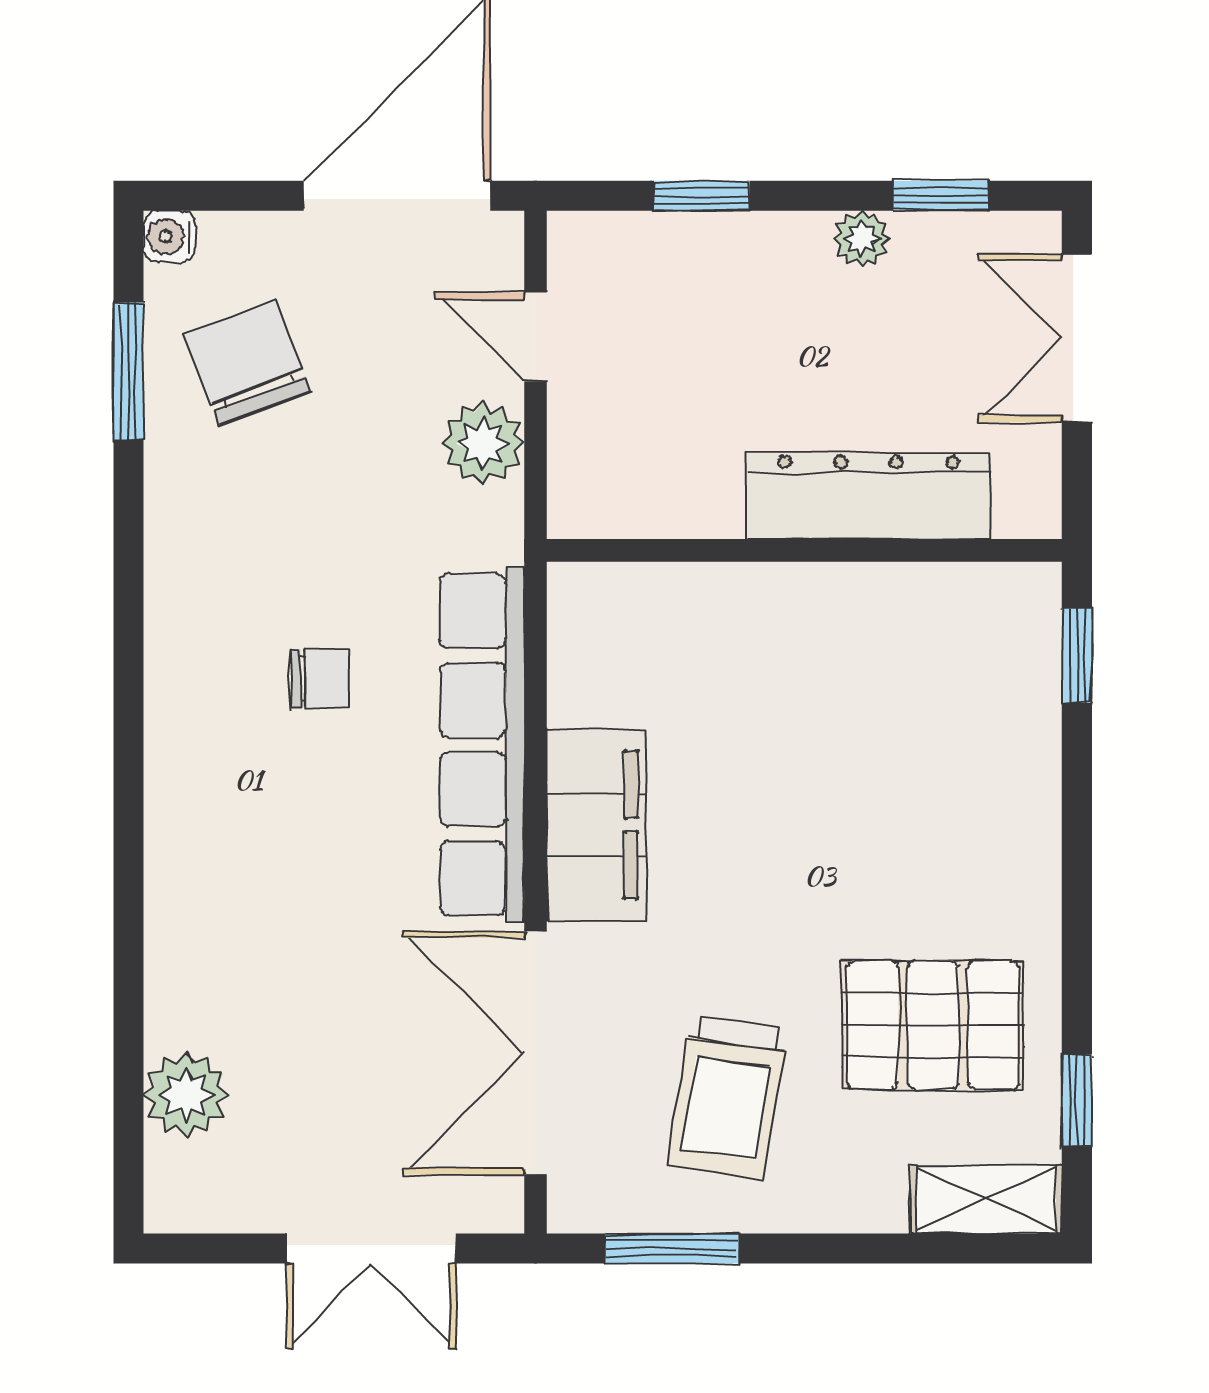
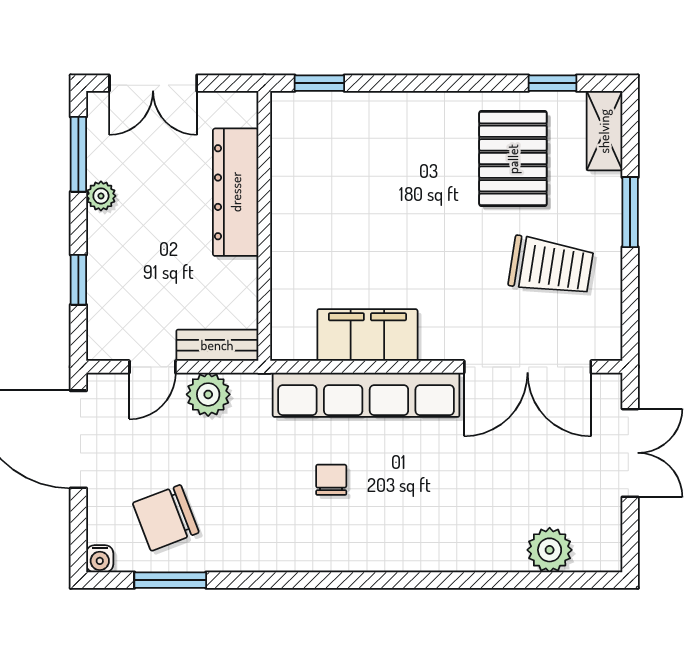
window: (941, 196) -> (78, 154), width x1.50
bench: (577, 461) -> (217, 345), added
filing cabinet: (596, 825) -> (367, 335), moved
window: (672, 1249) -> (630, 212), moved

